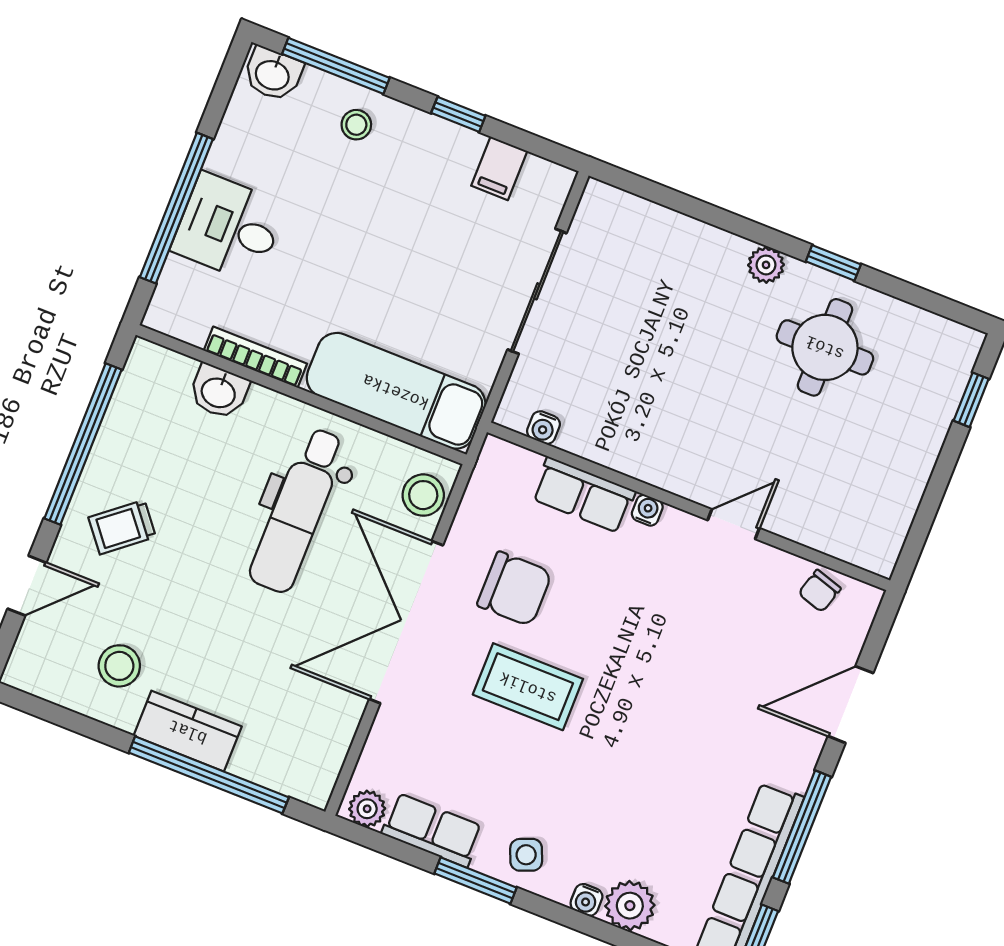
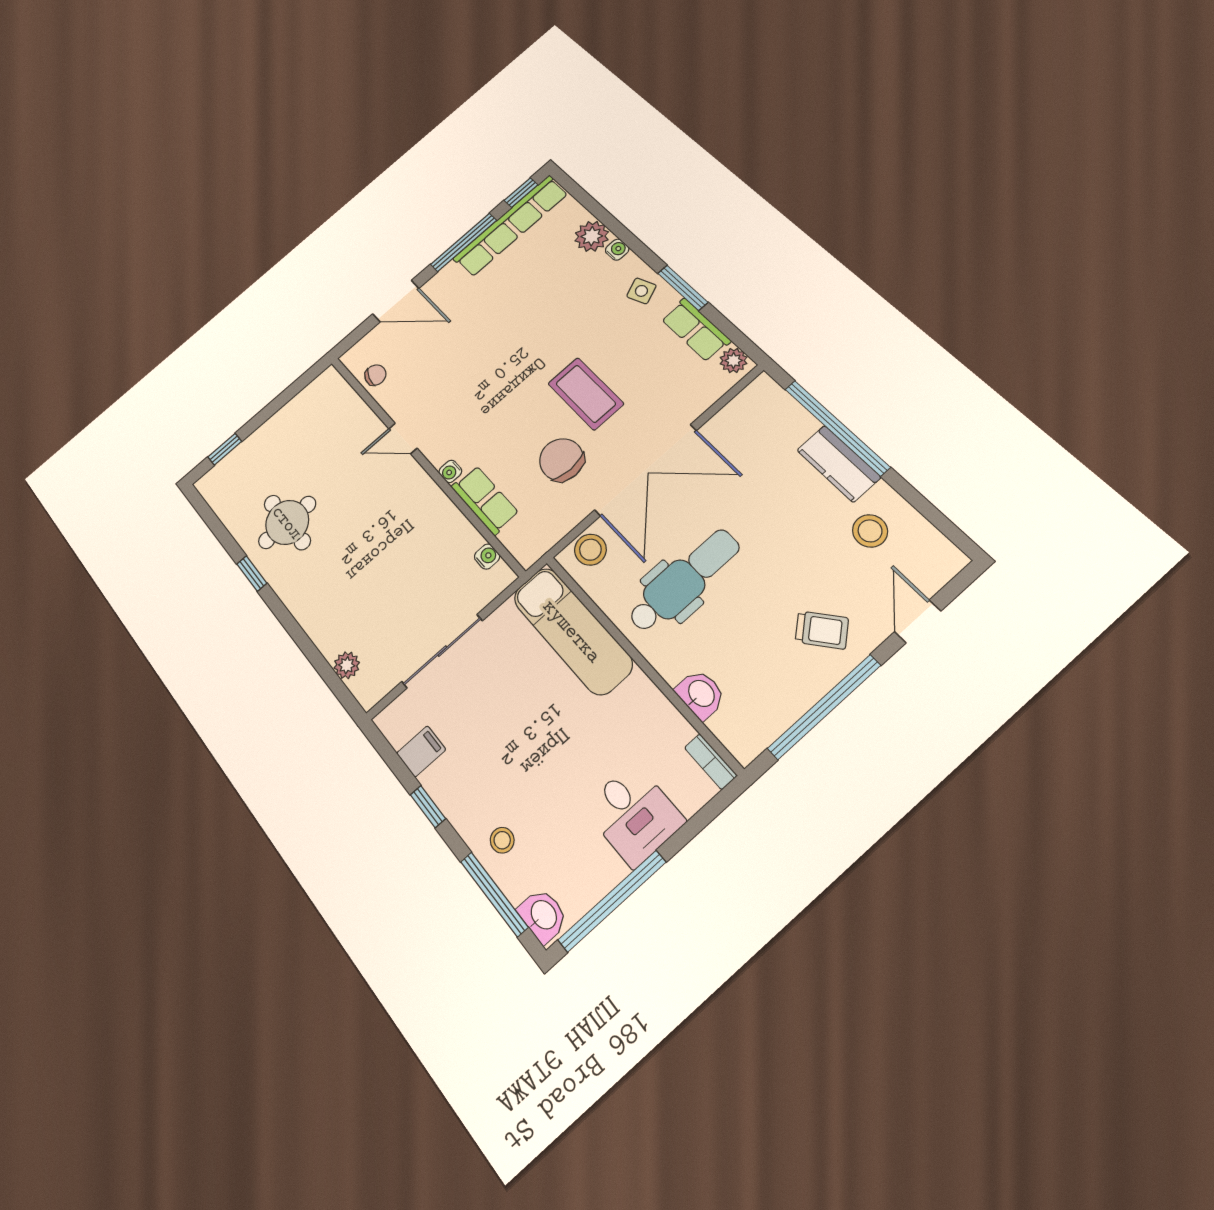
window: (176, 208) -> (612, 901), moved
plant: (766, 265) -> (347, 665), moved
bookcase: (255, 357) -> (711, 762), moved, width x0.64
door: (27, 586) -> (918, 621), hinge flipped

